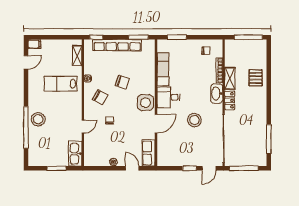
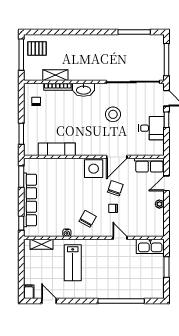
shelving: (230, 78) -> (55, 75), moved
pallet: (256, 78) -> (37, 48), moved
chair: (122, 82) -> (115, 188), moved
desk: (168, 97) -> (151, 128), moved, turned -90
locker: (230, 100) -> (91, 75), removed
stool: (38, 119) -> (112, 287), removed
door: (156, 124) -> (117, 157), swing flipped

